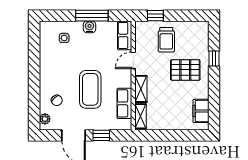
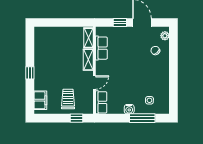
window: (92, 16) -> (142, 118), moved
window: (214, 58) -> (30, 73), moved
pallet: (185, 70) -> (53, 75), removed
coffee table: (90, 89) -> (129, 59), removed
filing cabinet: (201, 111) -> (40, 100), moved

